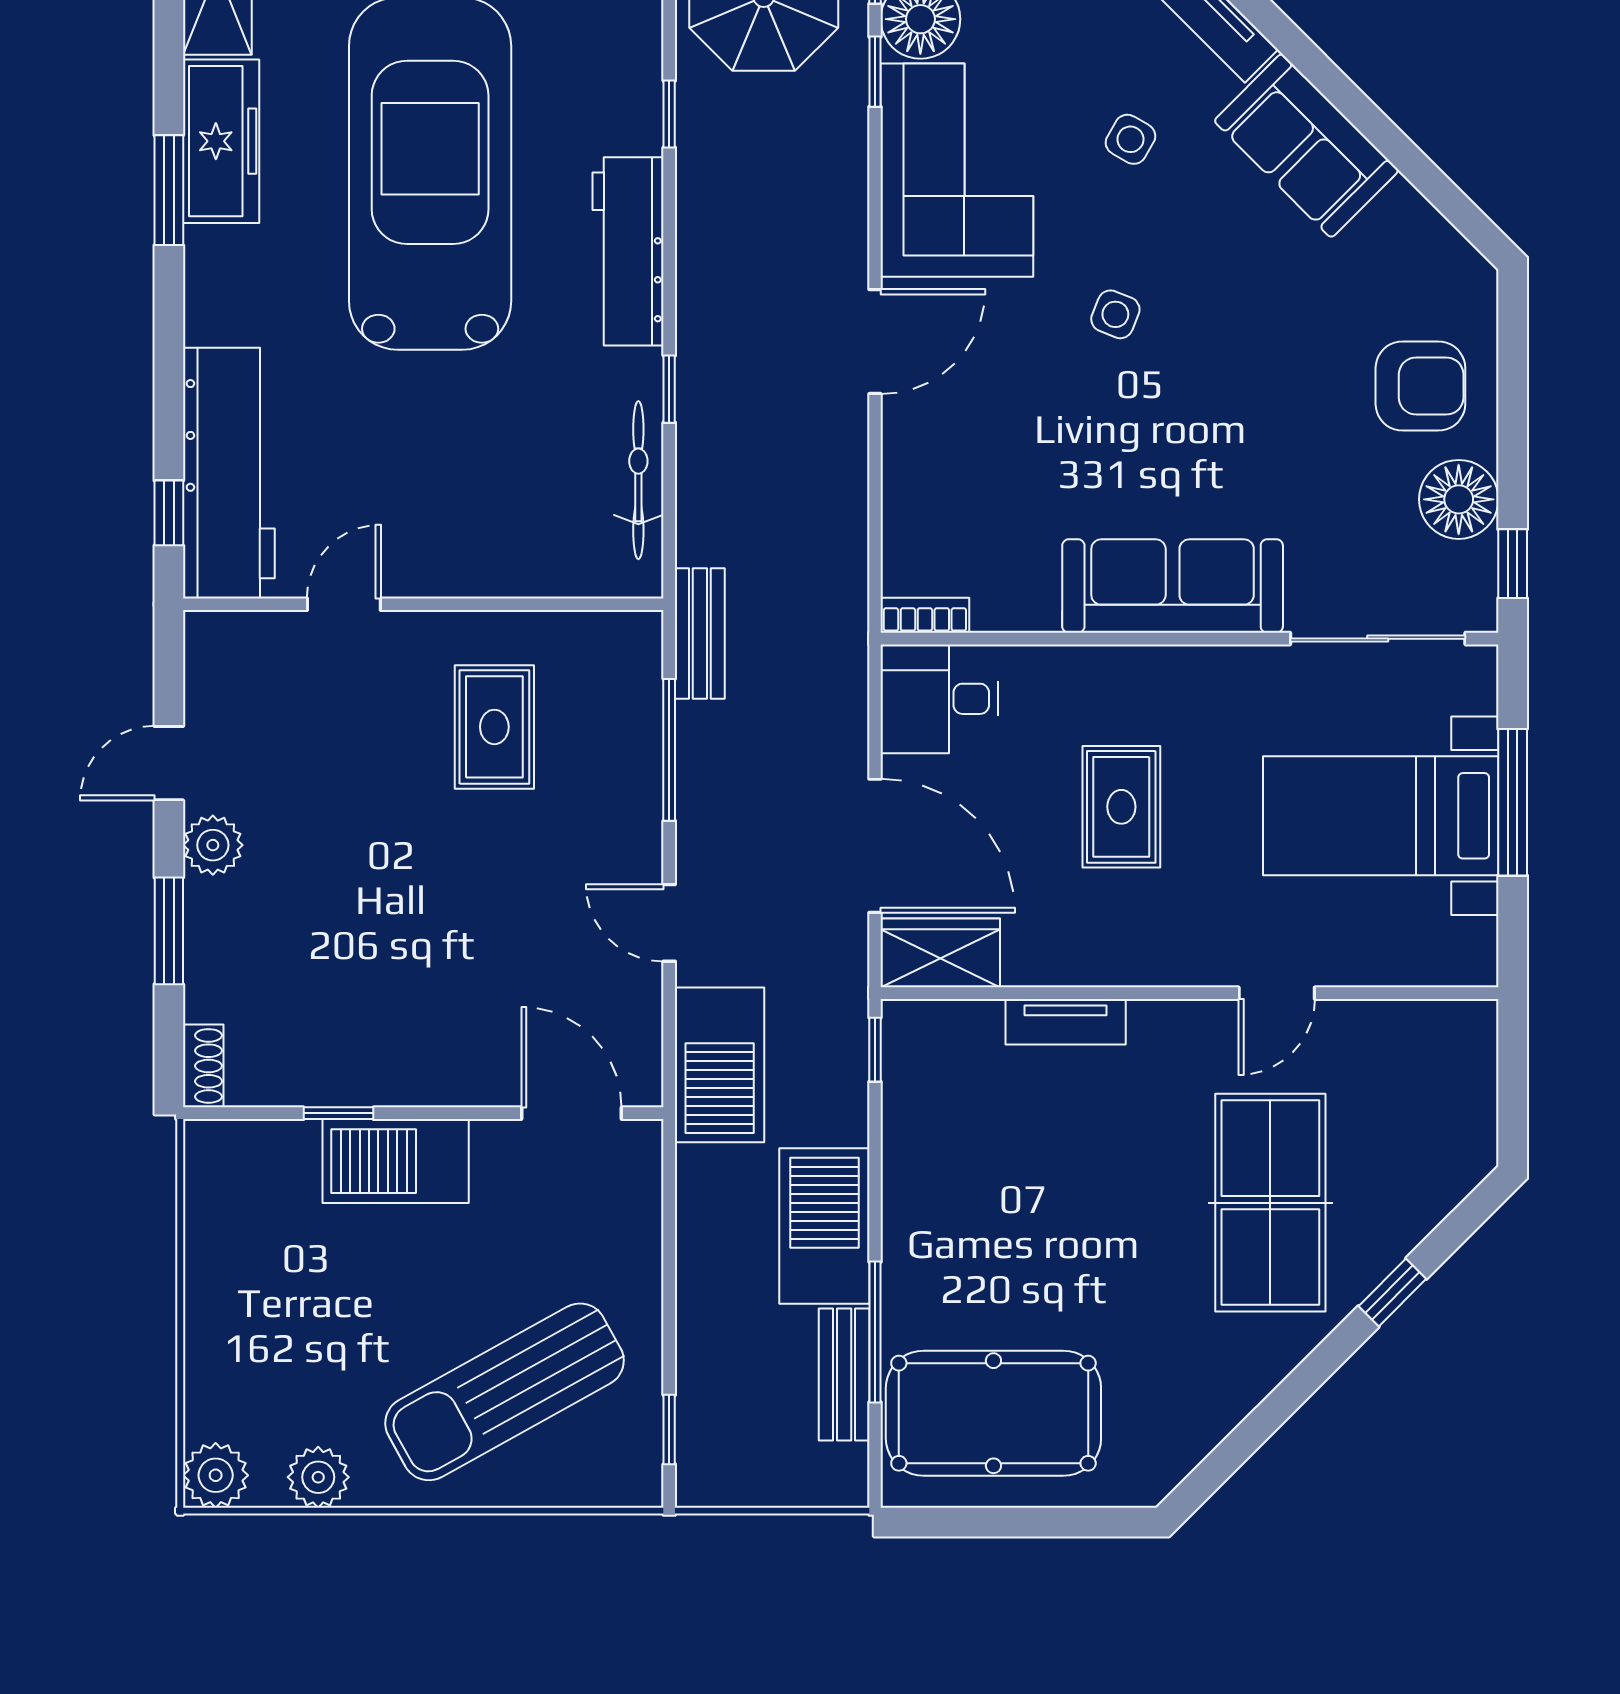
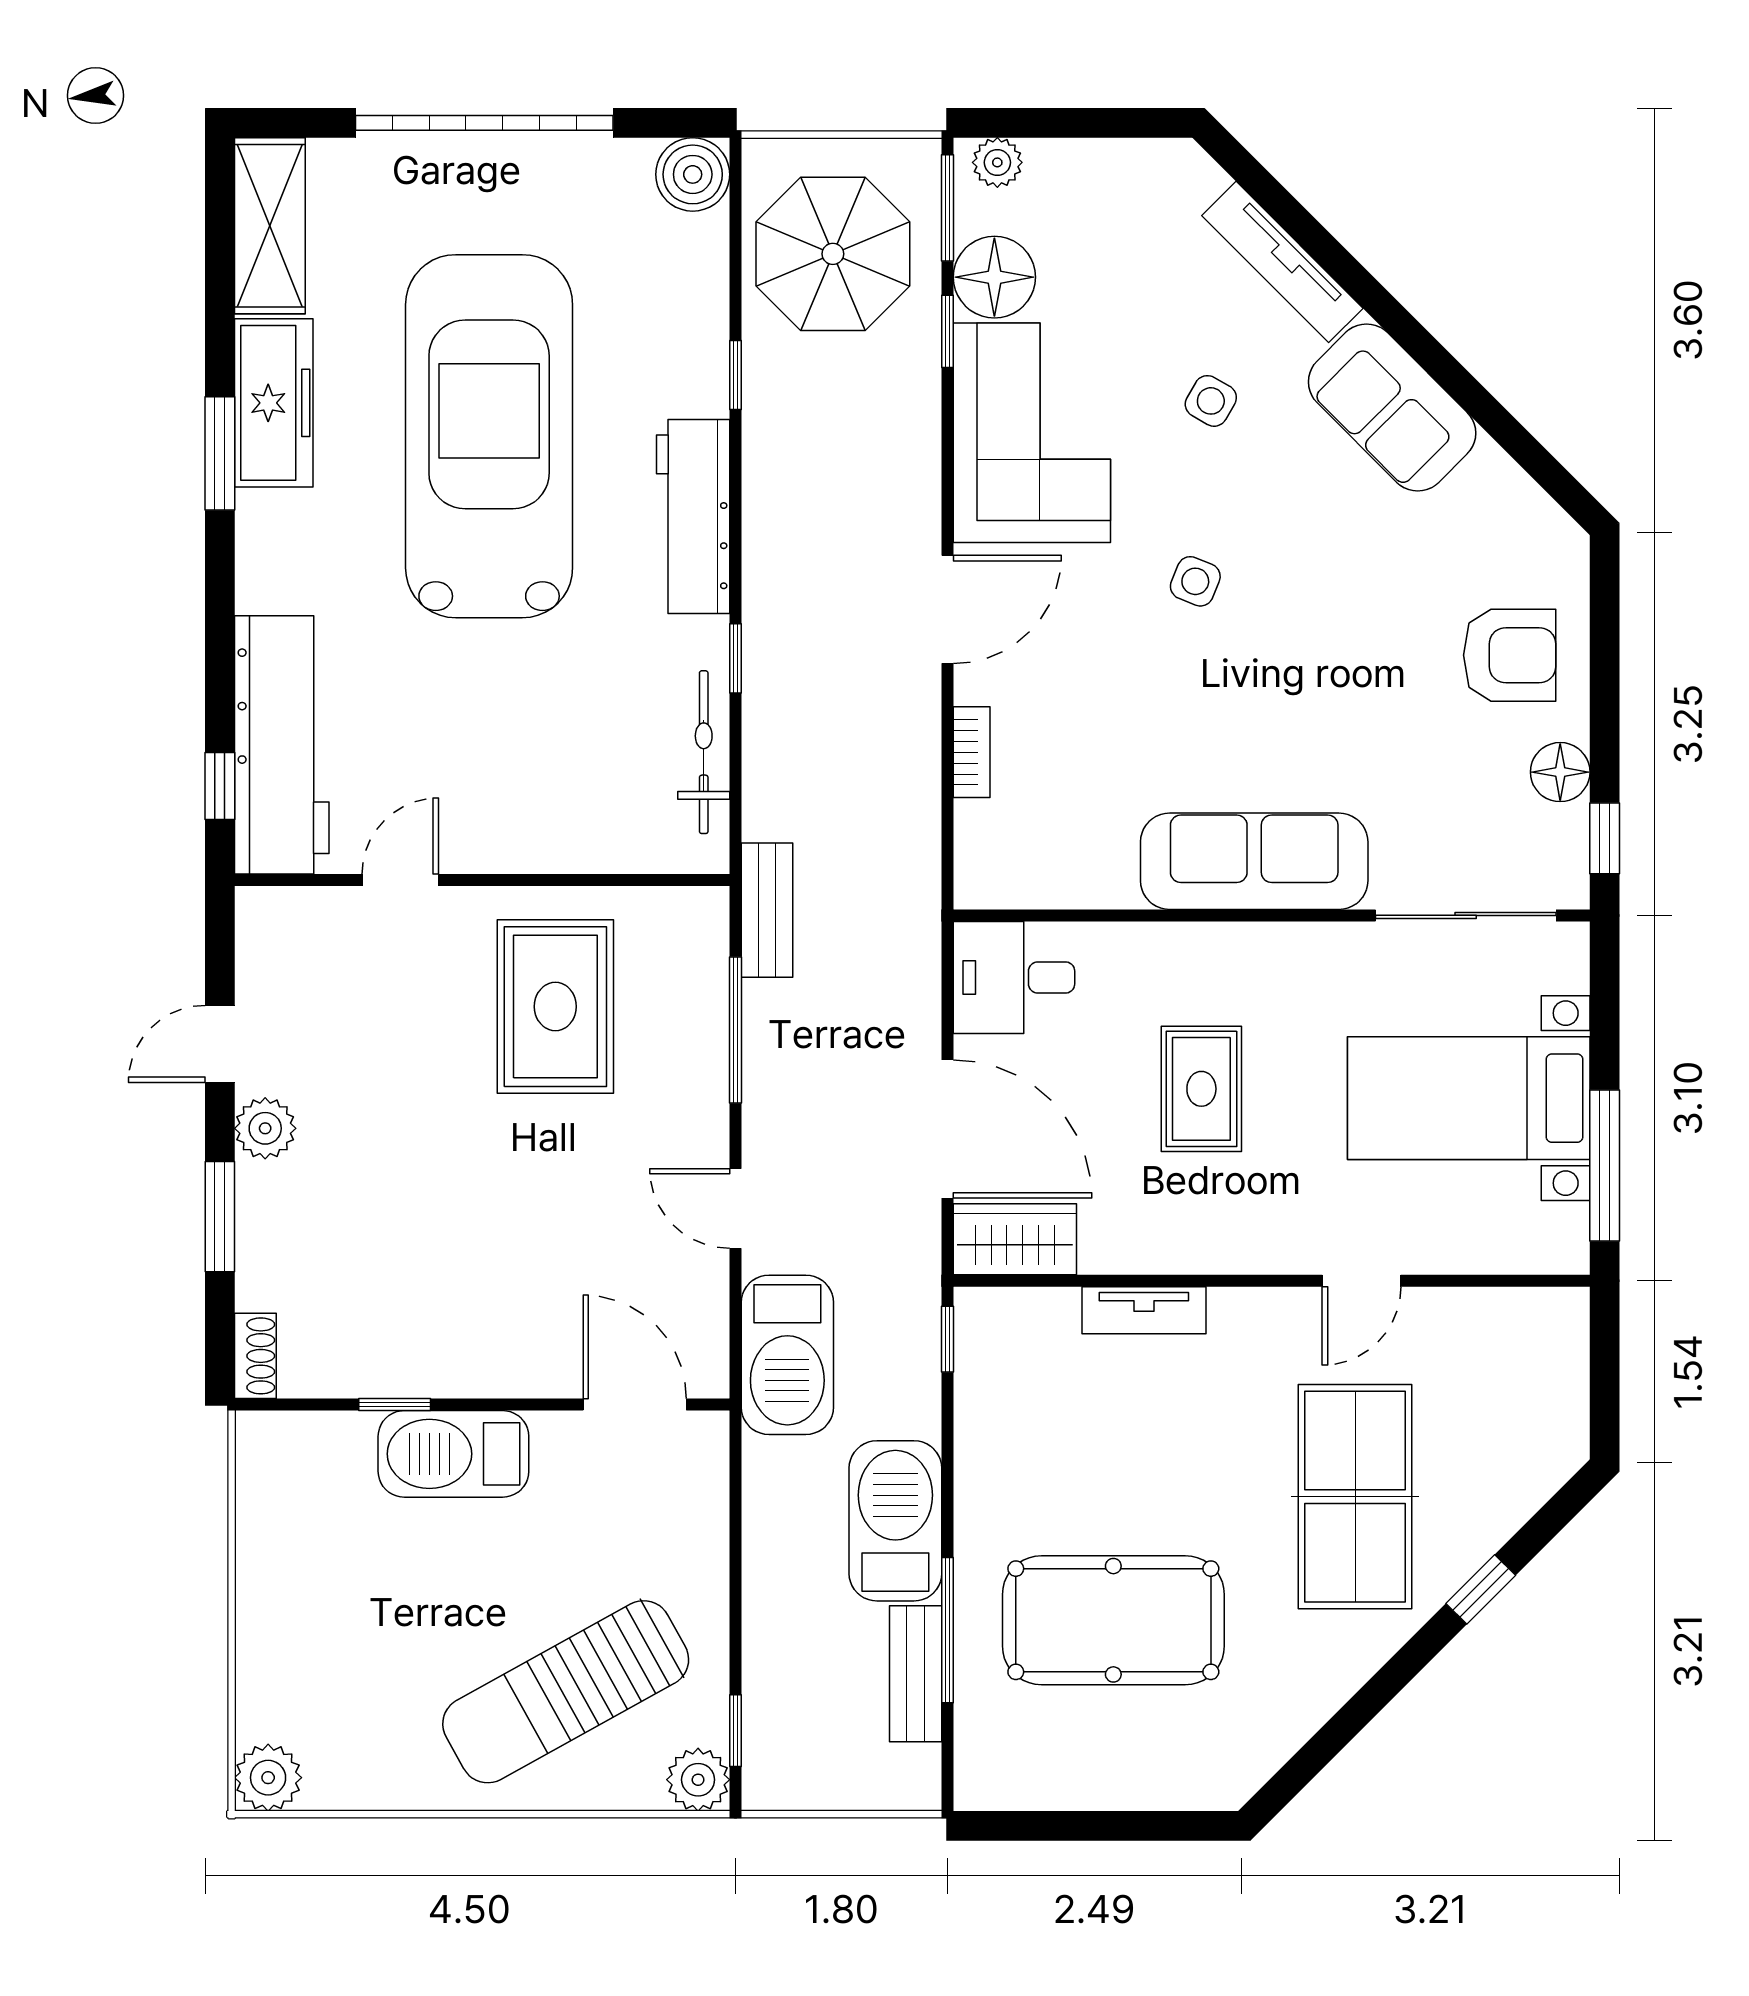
floor lamp: (1459, 499) -> (1560, 772), width x0.73, depth x0.73
bookcase: (925, 615) -> (972, 752), moved, turned 90
rug: (494, 727) -> (555, 1007), width x1.36, depth x1.43
window: (1513, 802) -> (1605, 1165), moved
pool table: (993, 1413) -> (1113, 1620), moved
plant: (318, 1477) -> (698, 1780), moved

